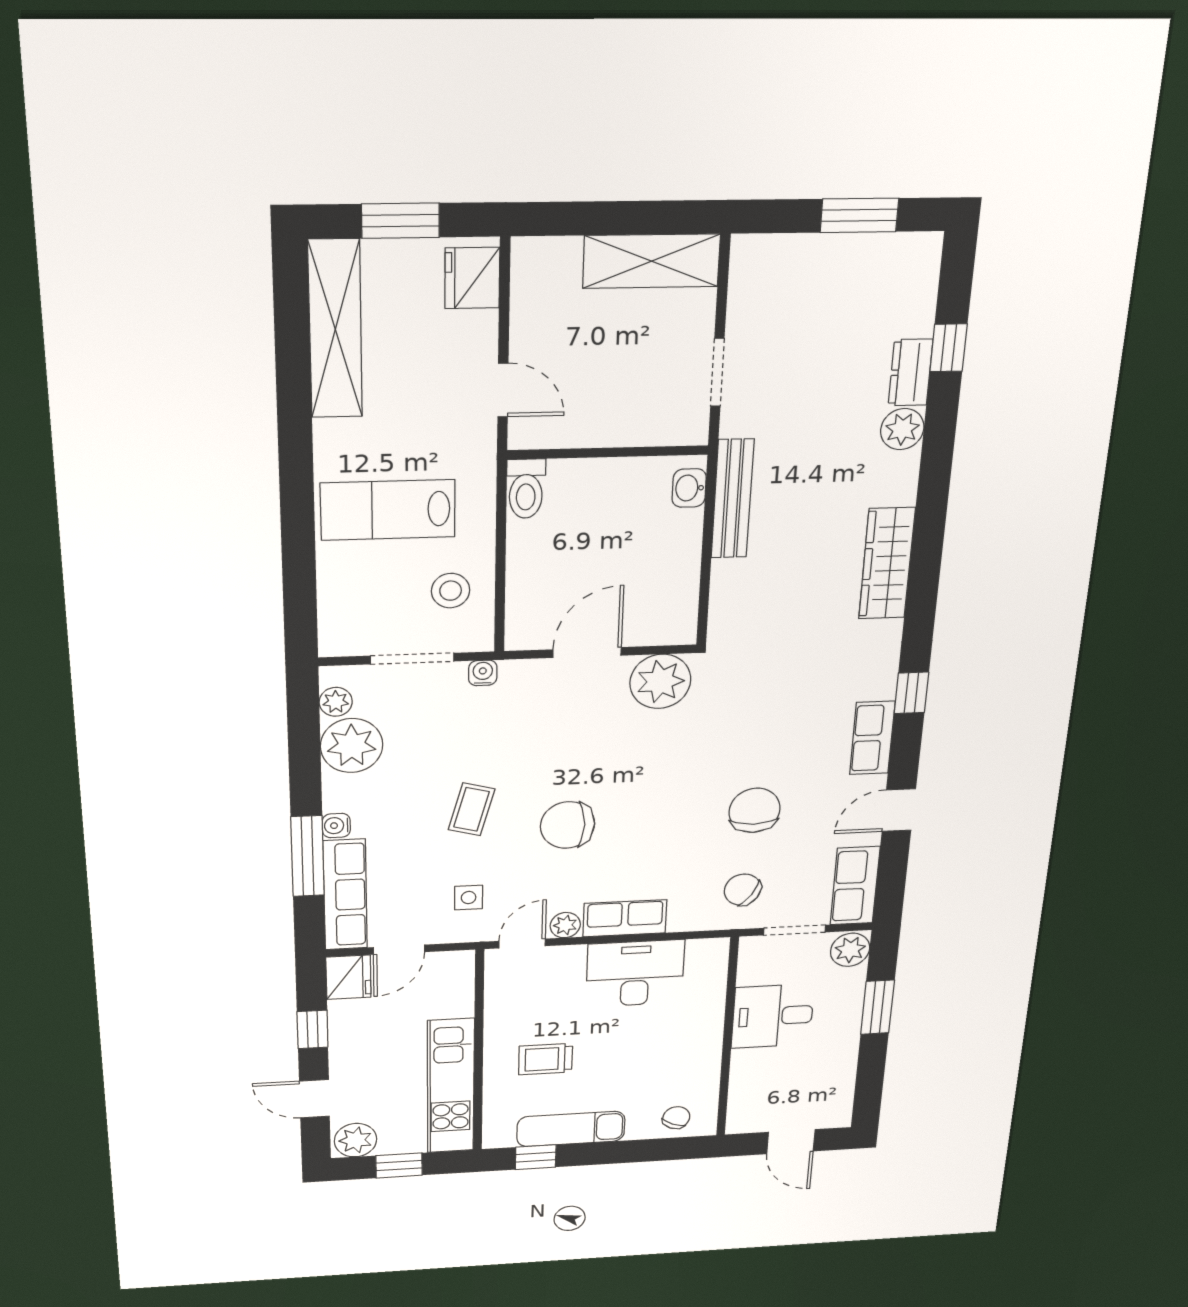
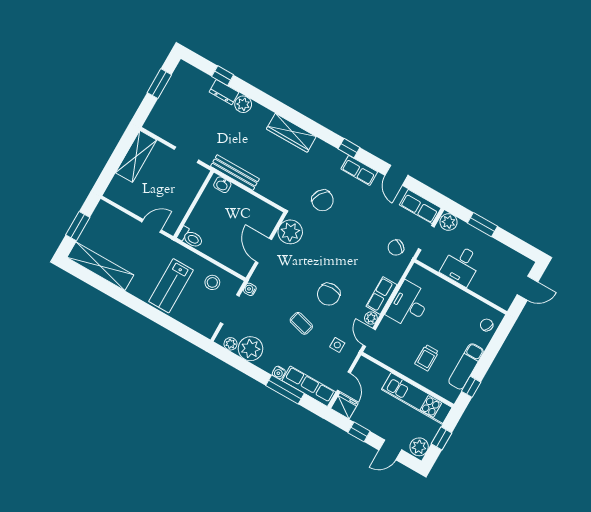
fridge: (472, 278) -> (109, 215), removed
chair: (755, 810) -> (323, 200), moved, turned -148

